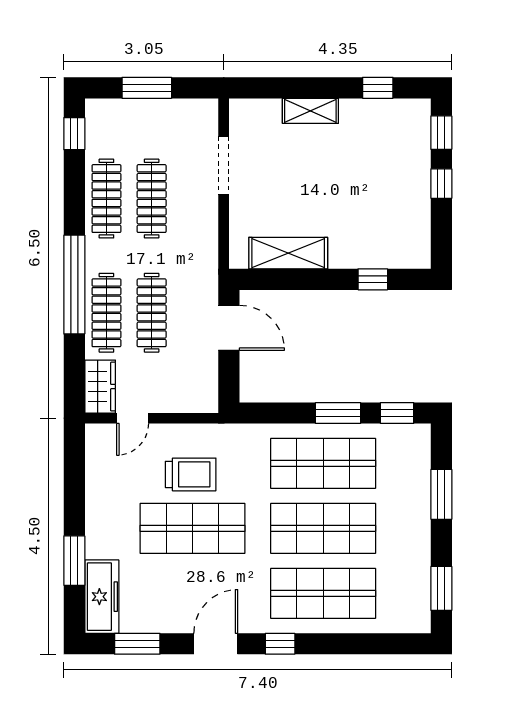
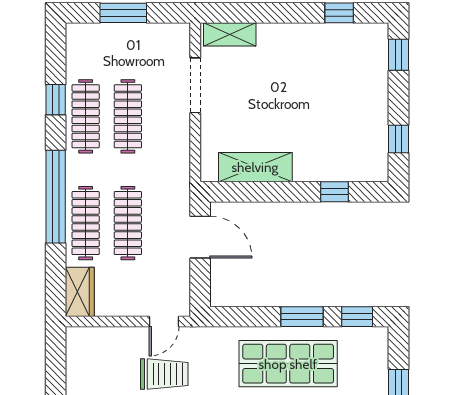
shelving: (310, 111) -> (230, 34), moved
window: (74, 134) -> (56, 100), moved
window: (441, 184) -> (399, 139), moved
door: (133, 418) -> (164, 322), moved

